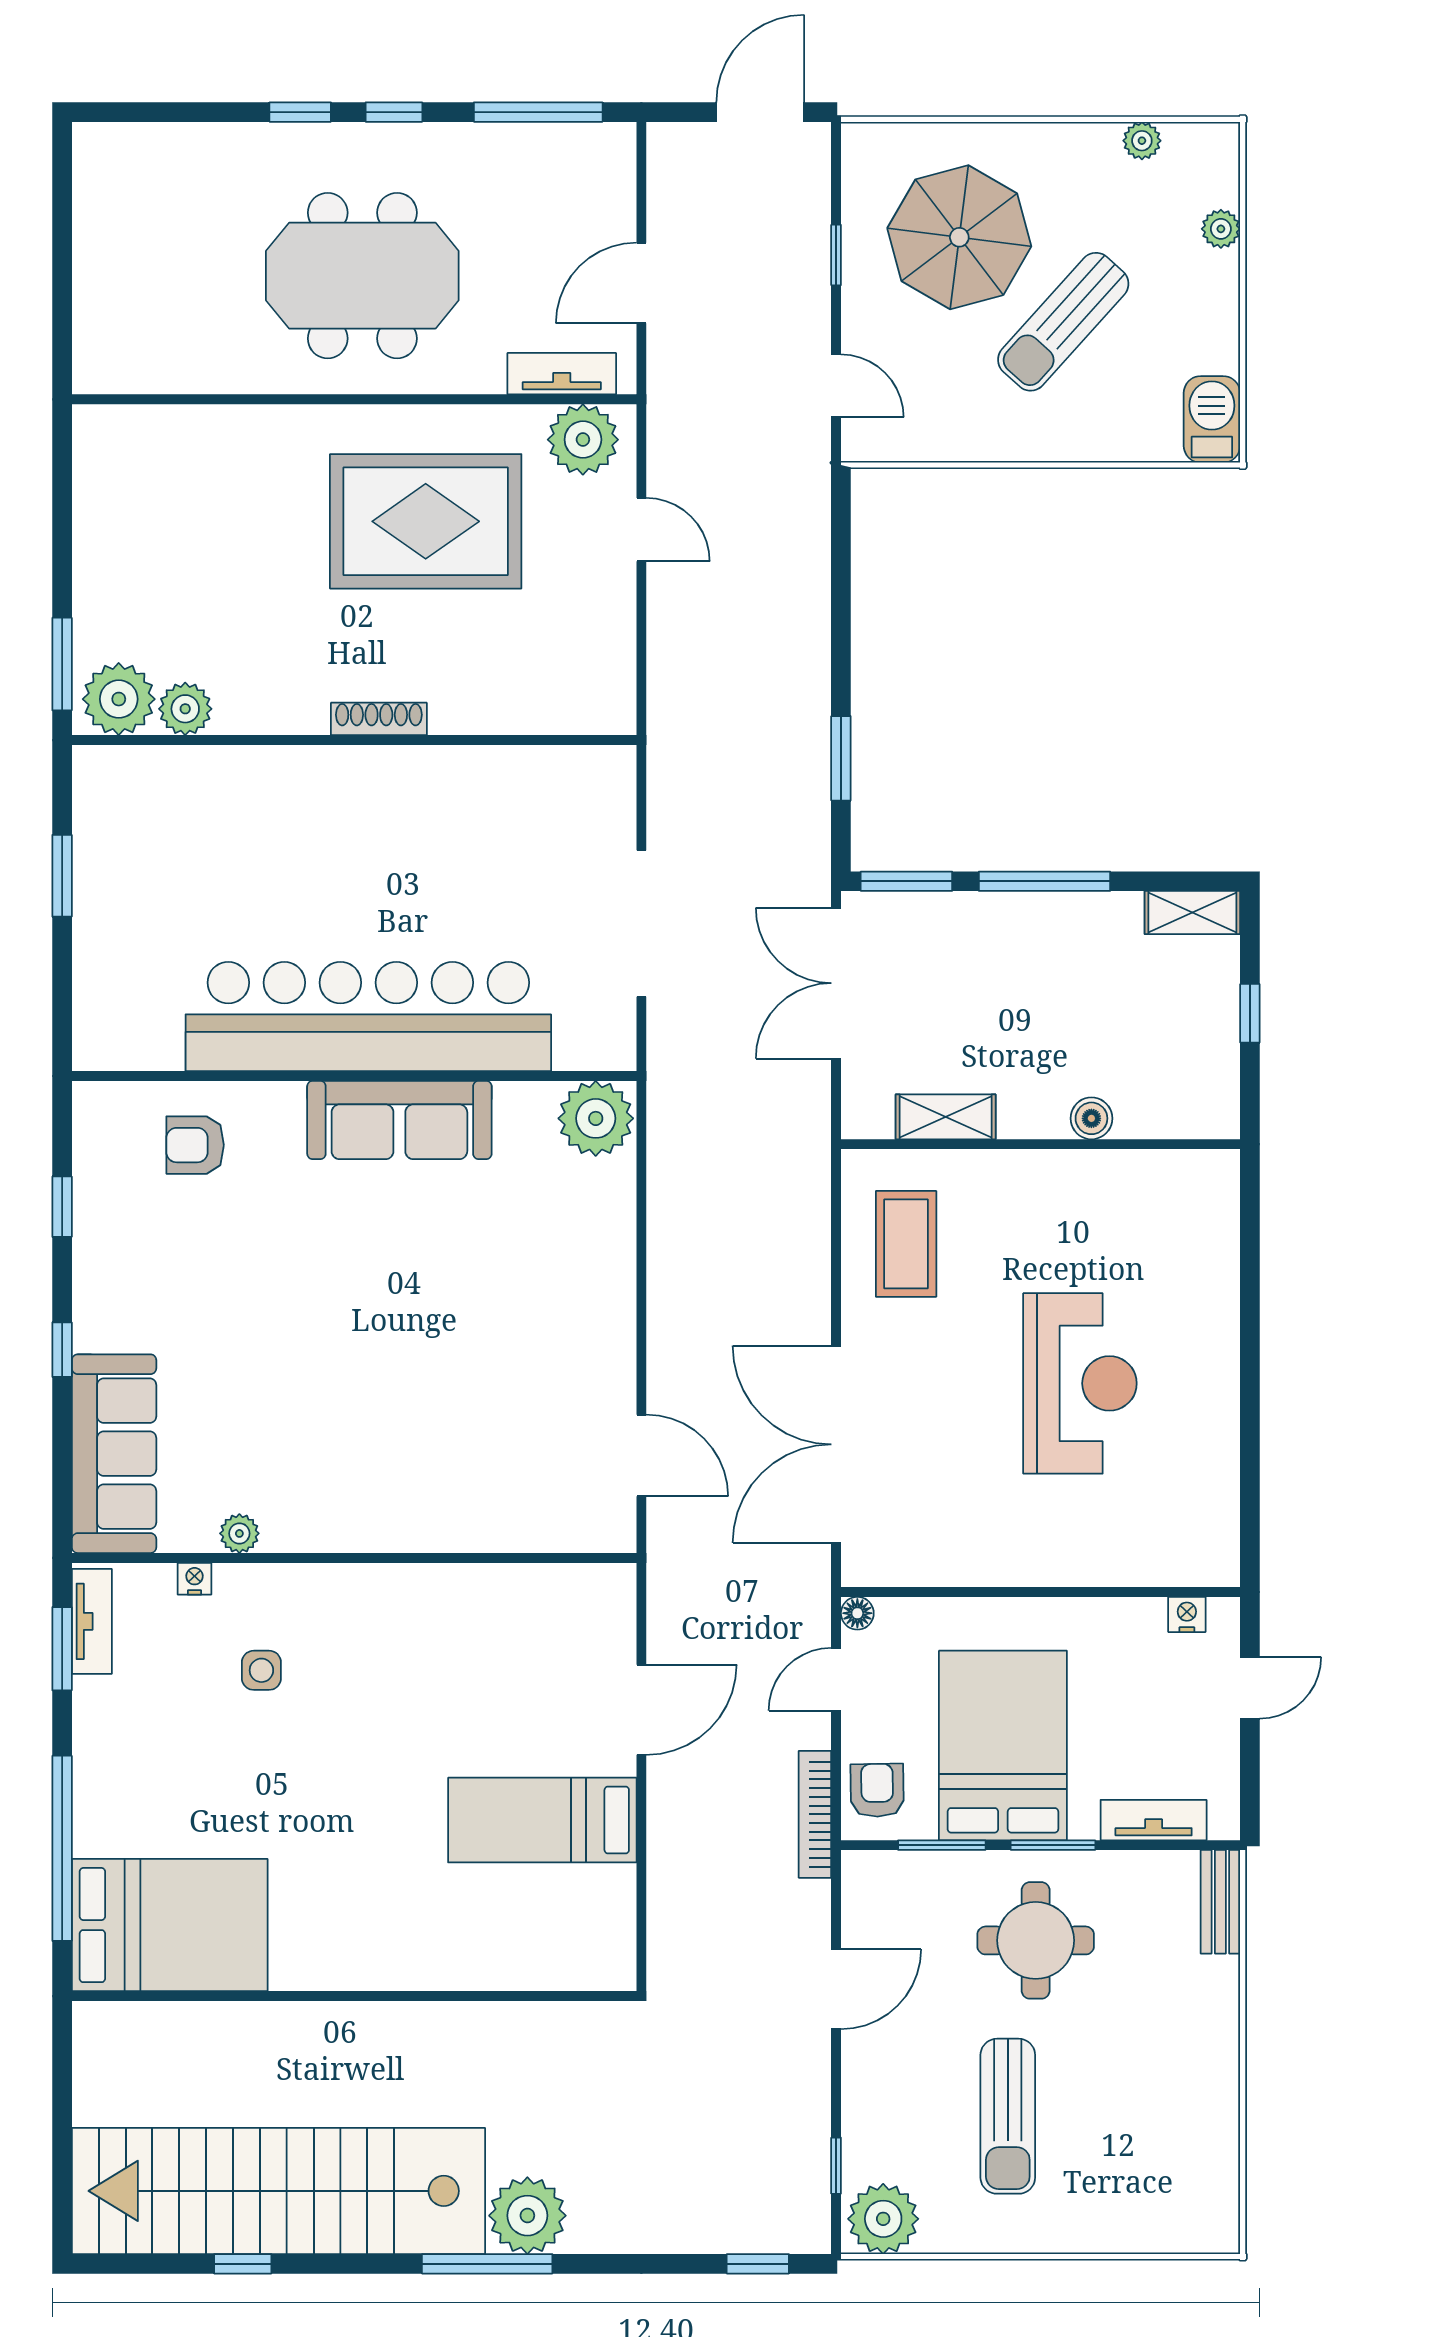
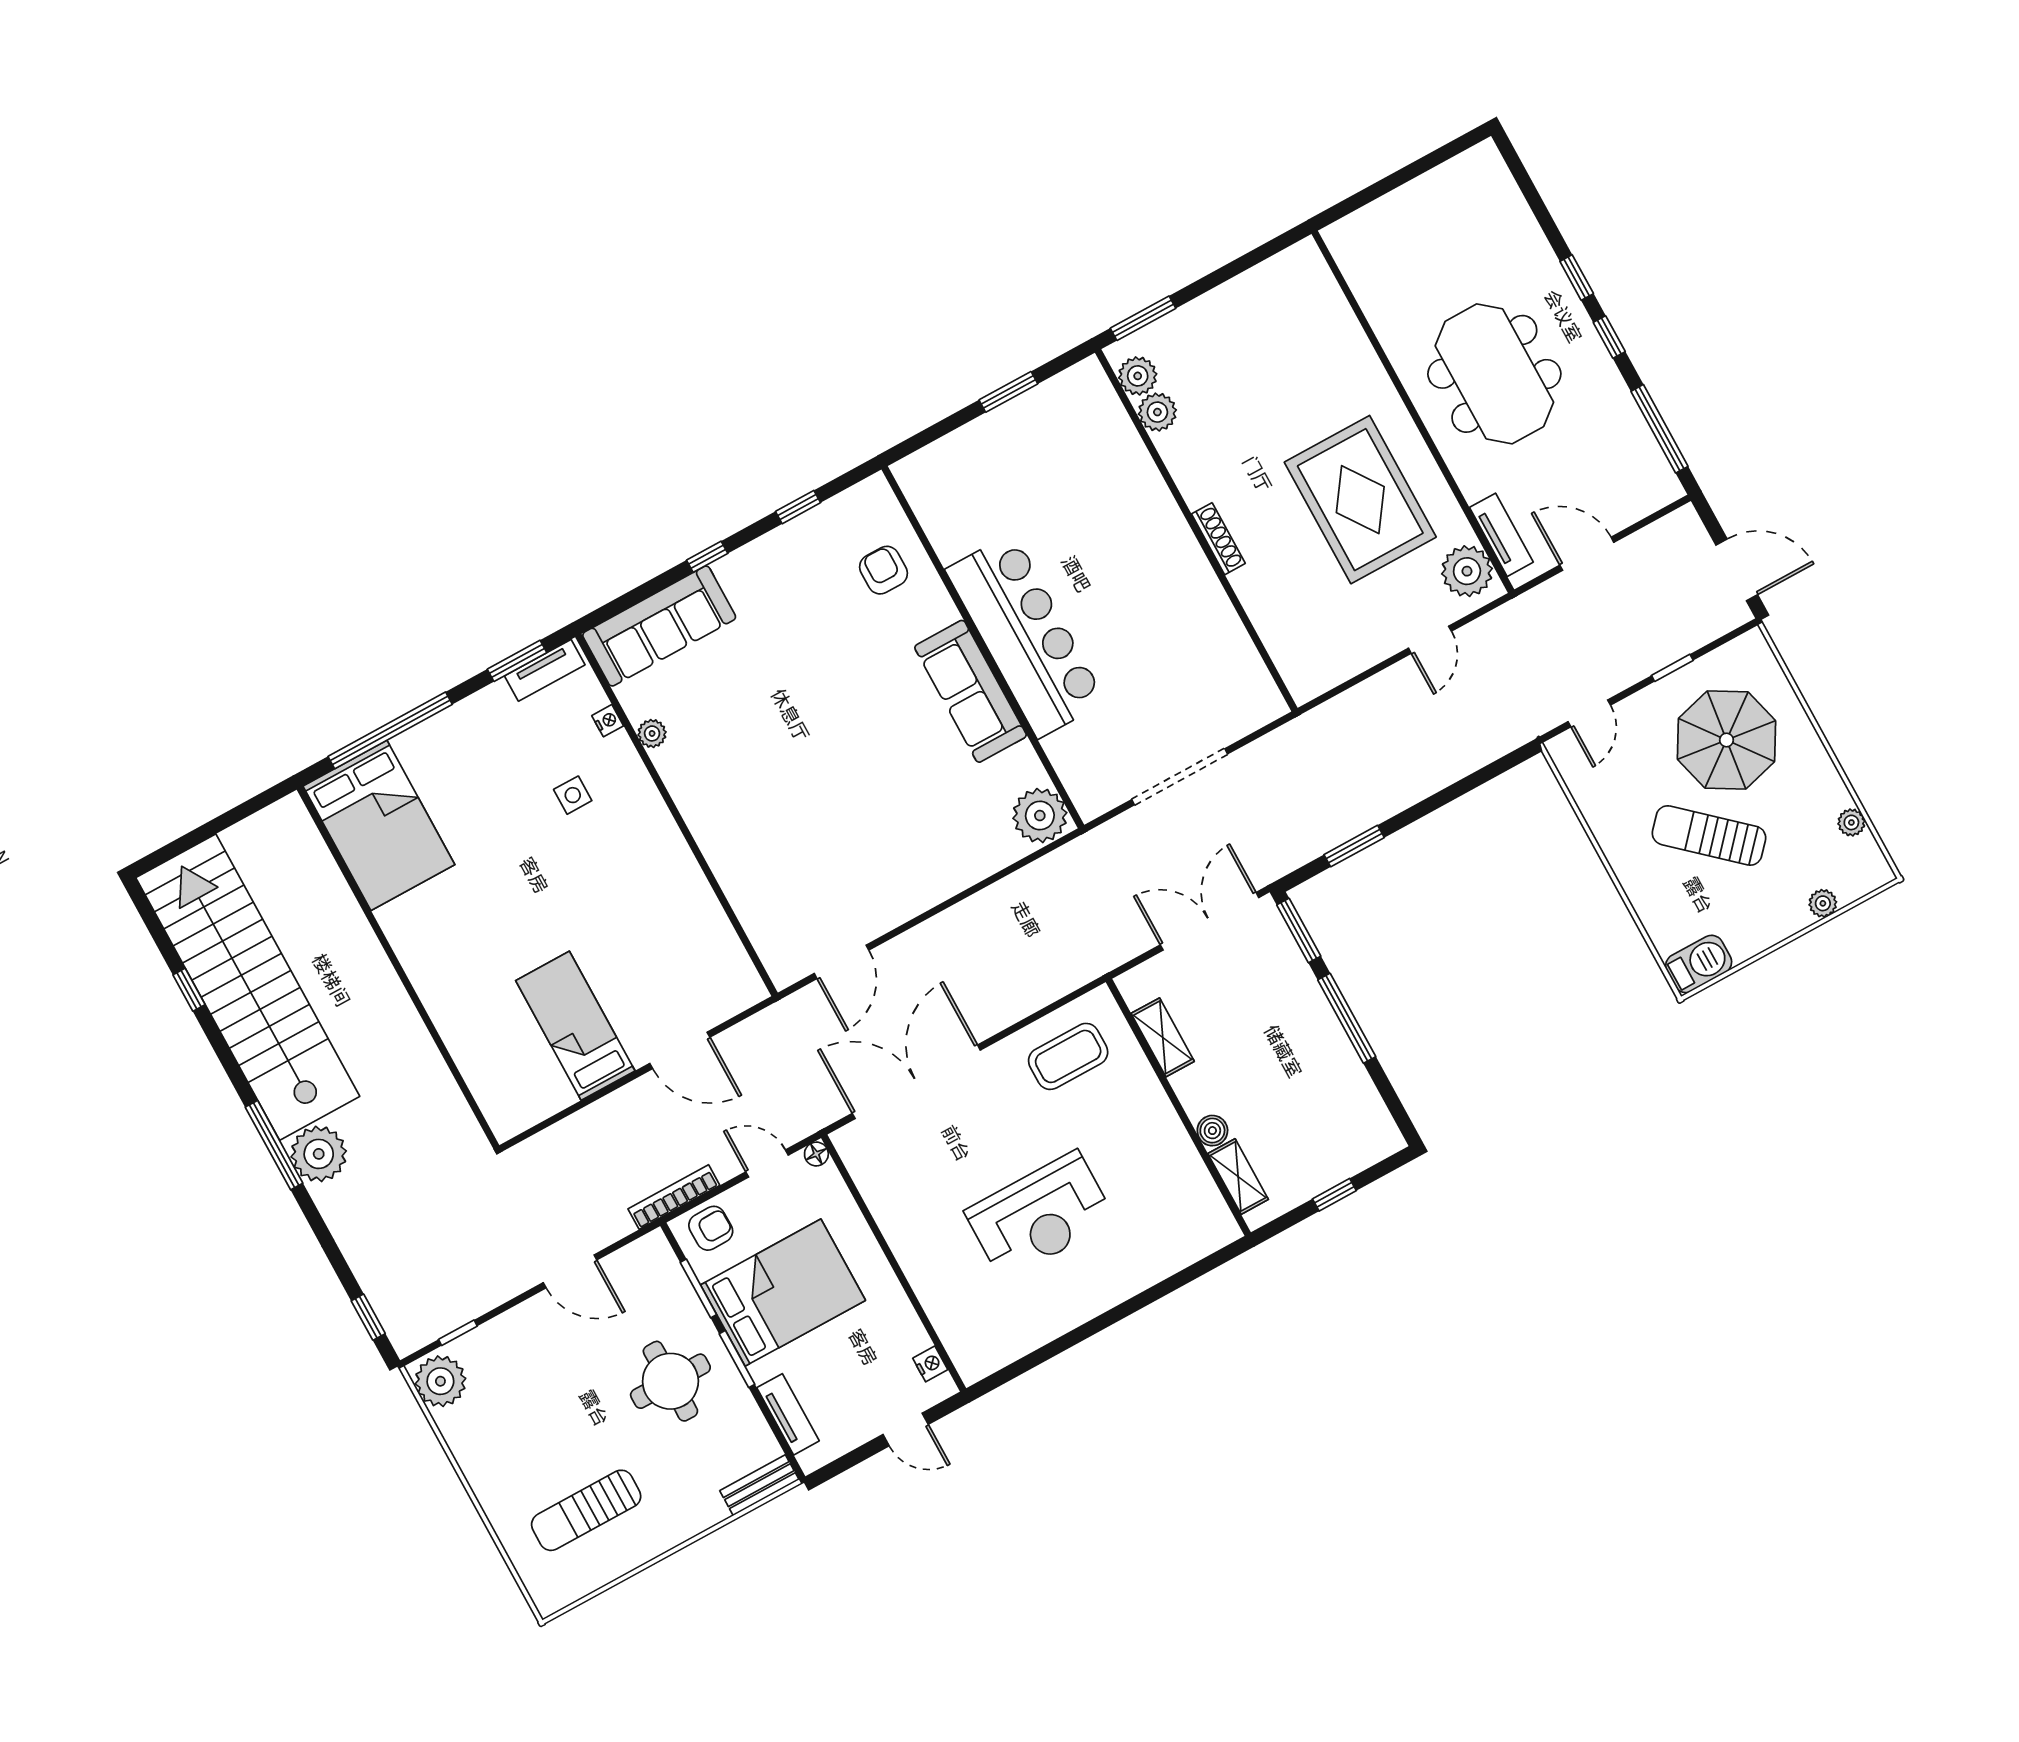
plant: (119, 699) -> (1138, 376), width x0.73, depth x0.73
shelving: (1192, 913) -> (1238, 1177), moved
bar counter: (368, 1016) -> (1026, 636), width x0.73
sun lounger: (1008, 2116) -> (586, 1510), moved

